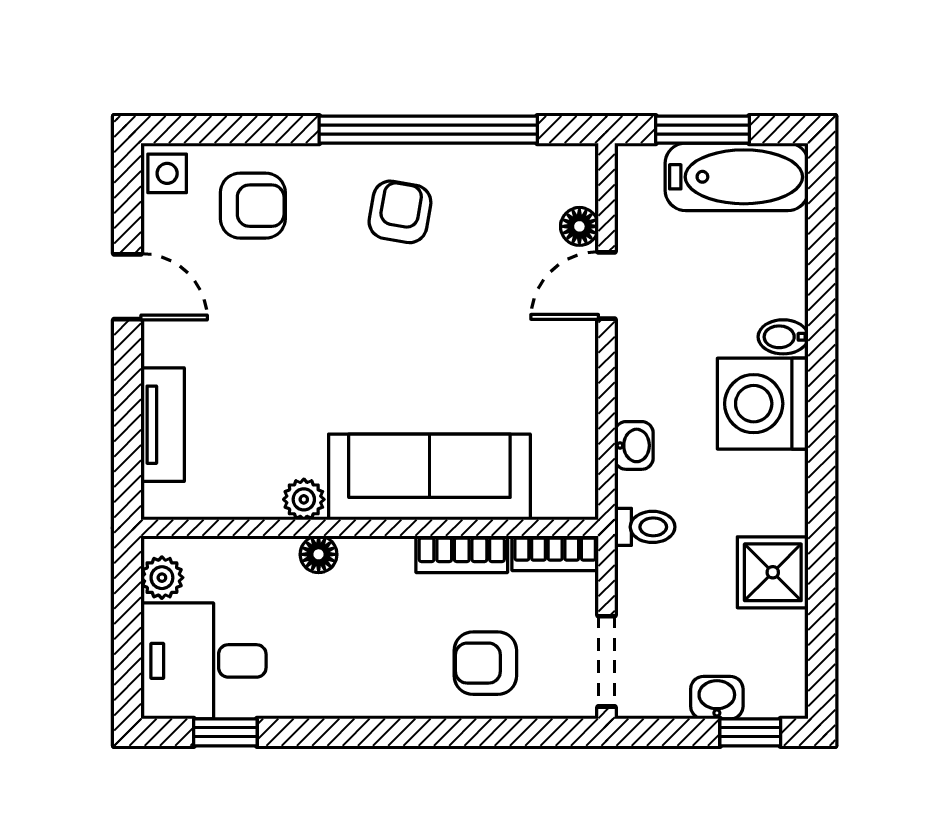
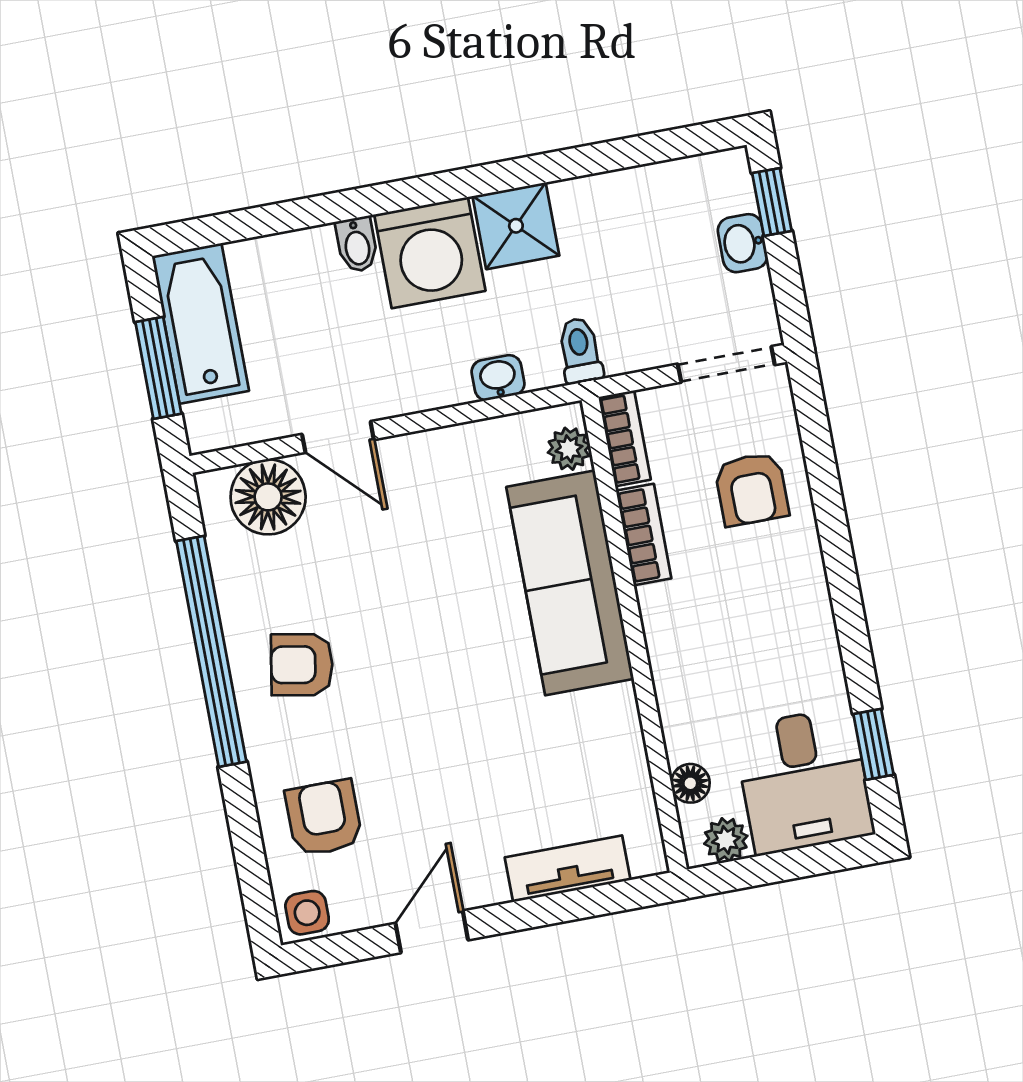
floor lamp: (579, 226) -> (268, 497), width x1.89, depth x1.89
plant: (304, 499) -> (569, 449), moved
floor lamp: (319, 554) -> (690, 783), moved
shower: (773, 572) -> (516, 226), moved

